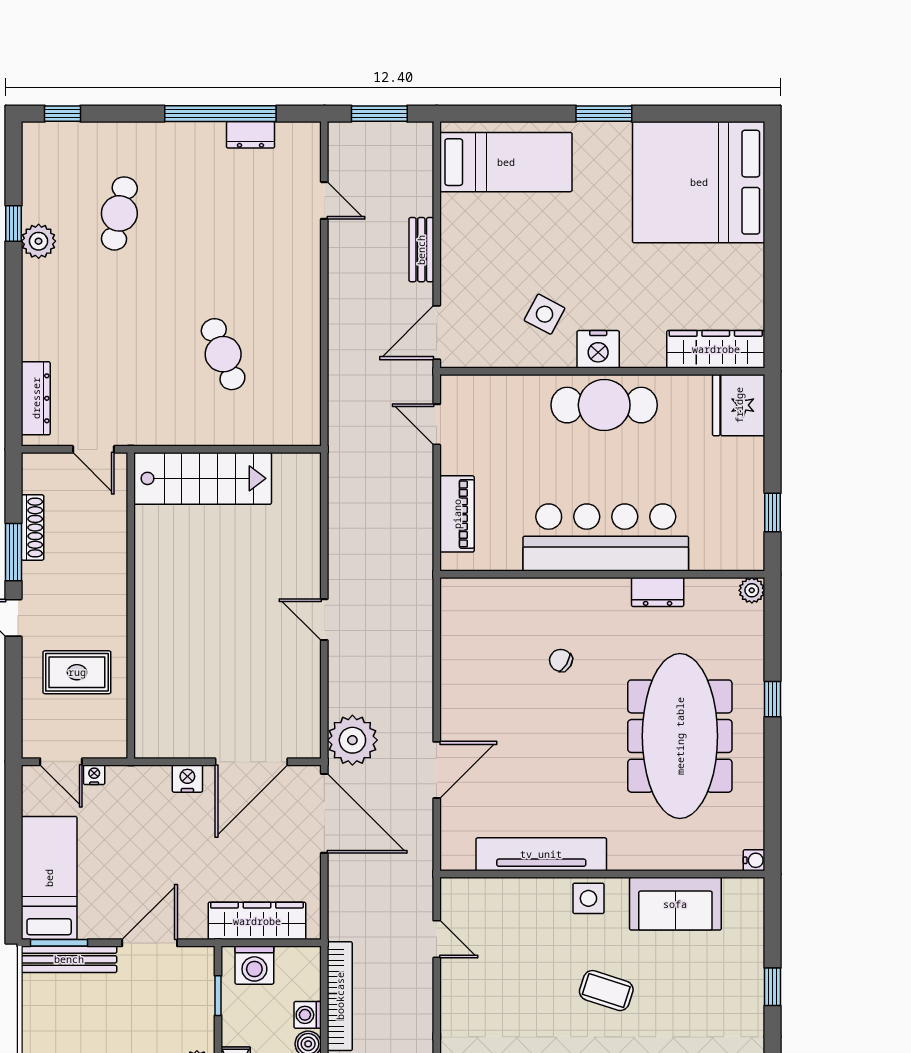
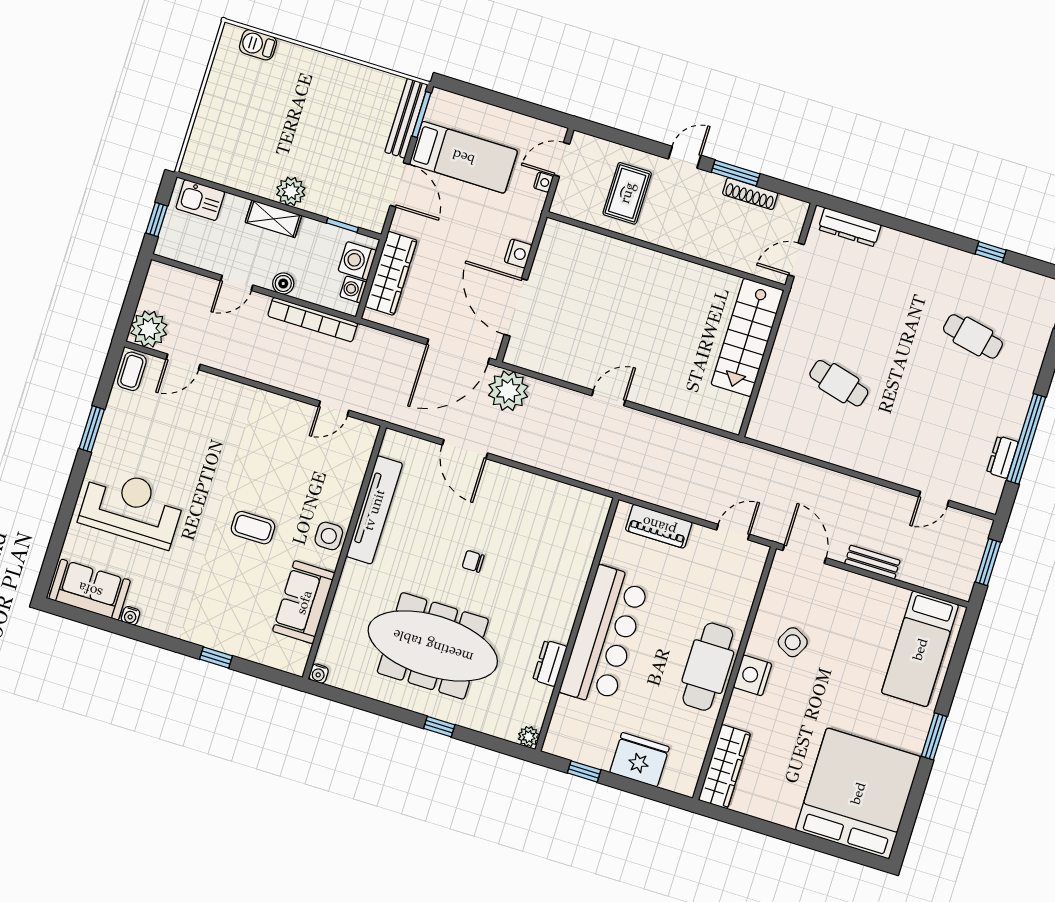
plant: (39, 241) -> (971, 267), removed
cafe table: (223, 354) -> (839, 383), turned 36
fridge: (739, 405) -> (639, 760), moved
chair: (561, 660) -> (473, 561), moved, turned -121
bed: (49, 878) -> (463, 157), moved
coffee table: (606, 991) -> (253, 528), turned 72
washing machine: (308, 1015) -> (353, 289), moved, turned -90

